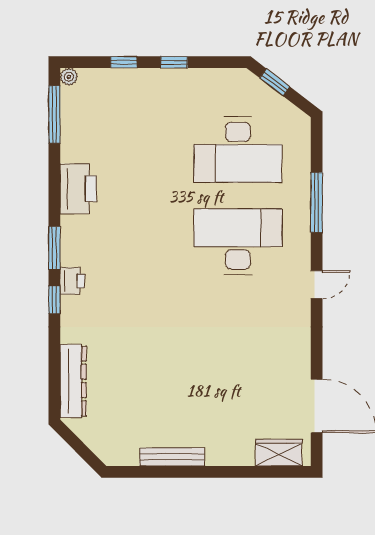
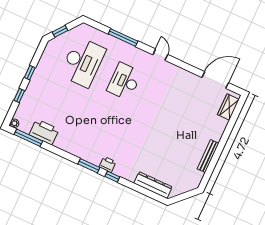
printer: (78, 189) -> (44, 132), moved
desk: (238, 242) -> (124, 81), width x0.73, depth x0.77

